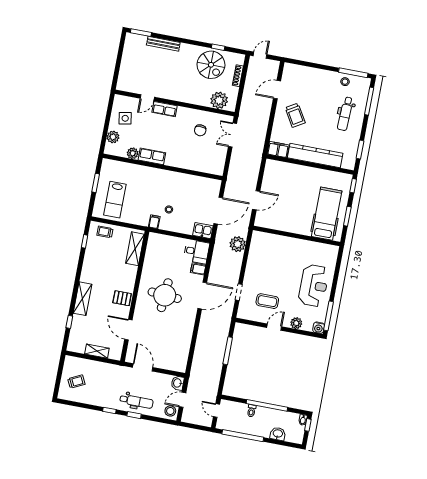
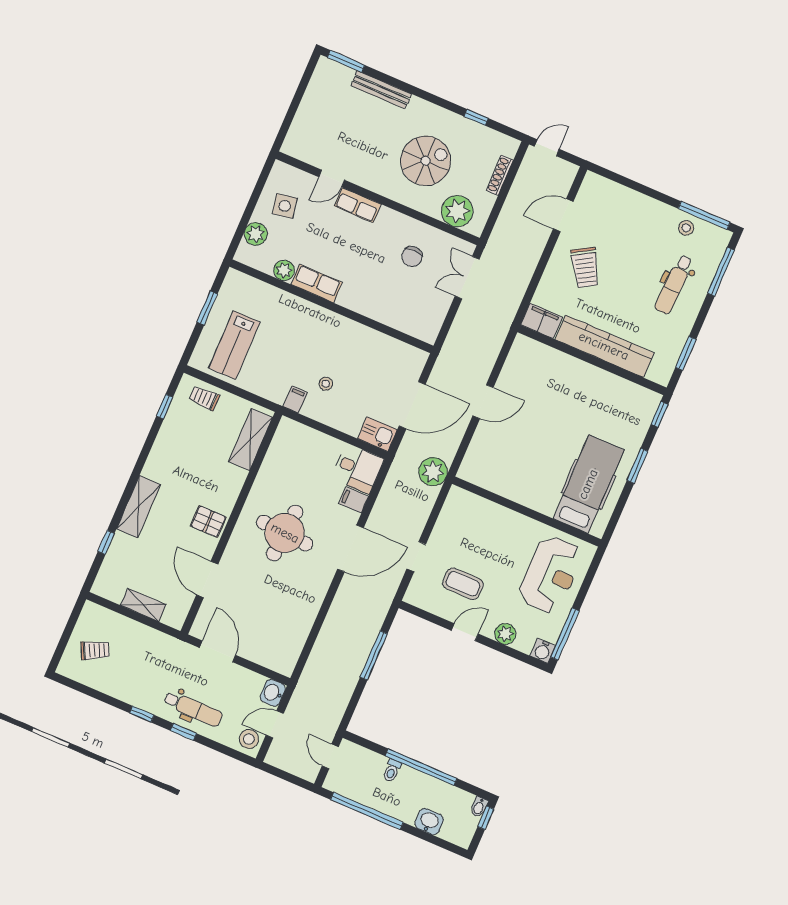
spiral stairs: (211, 65) -> (426, 161), moved, turned -90
hospital bed: (327, 214) -> (588, 484), moved
wall: (297, 236) -> (527, 512), moved

